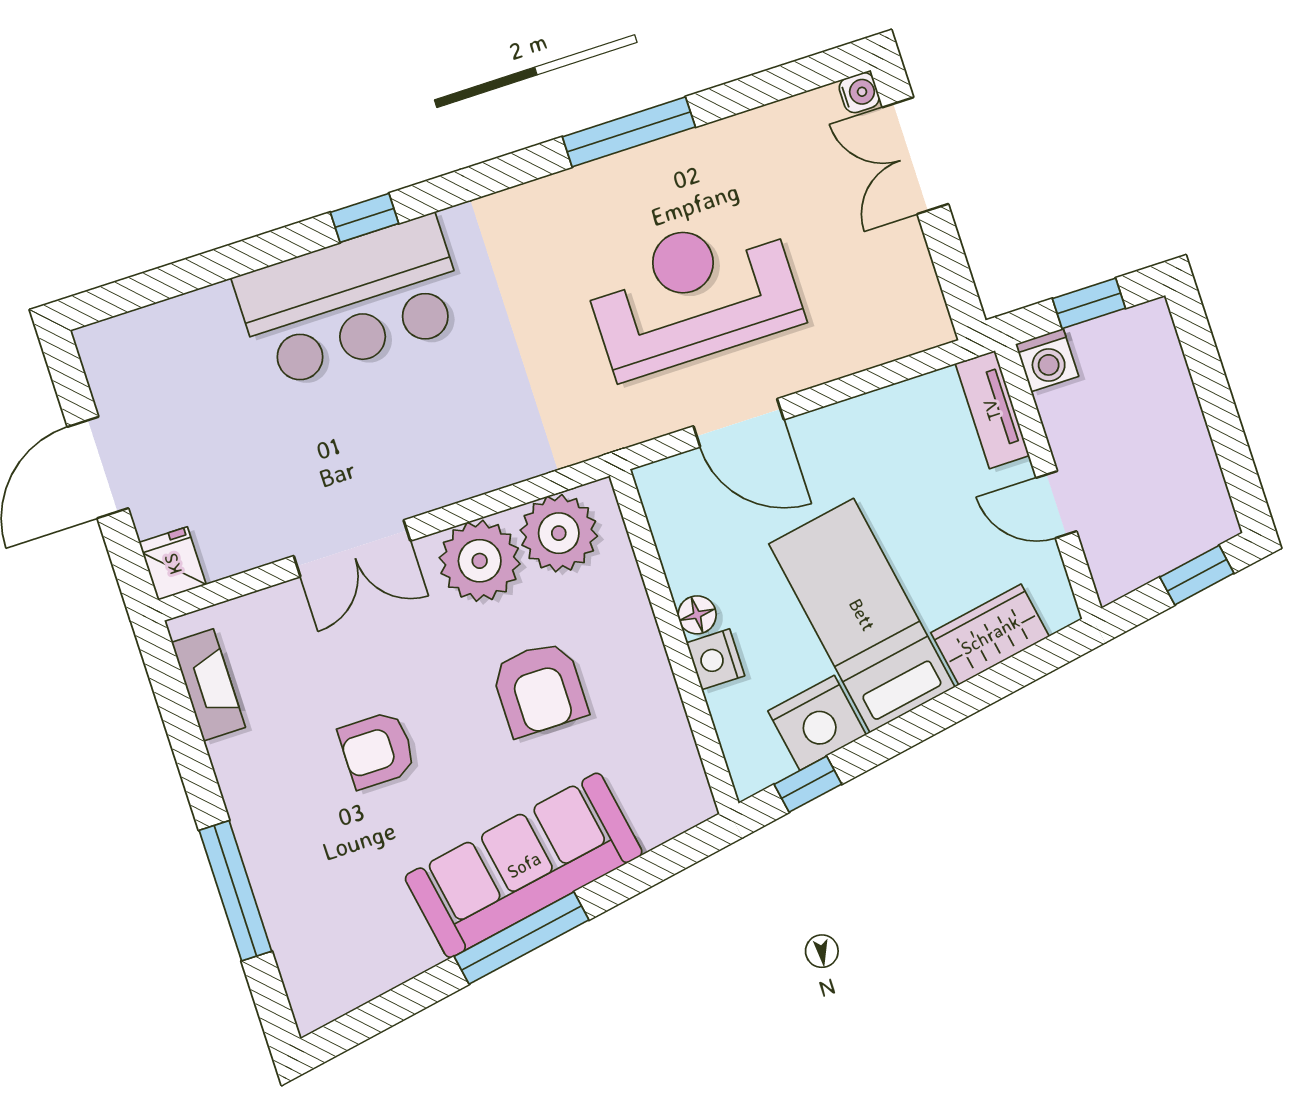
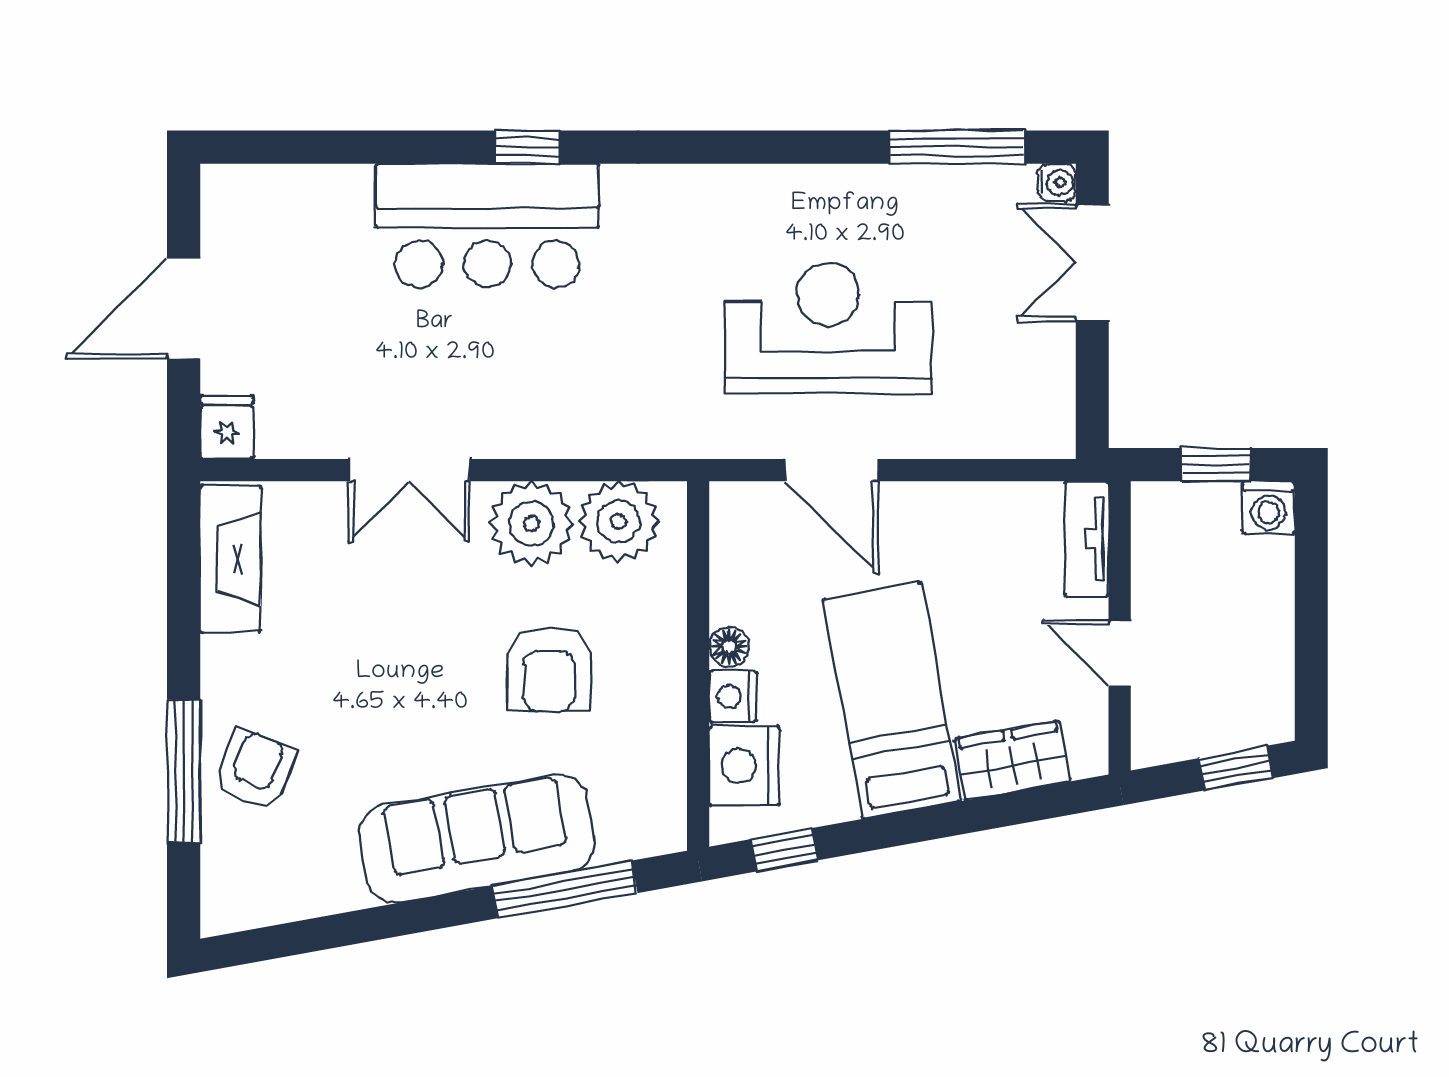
window: (629, 132) -> (957, 147), moved
washing machine: (1047, 360) -> (1269, 507), moved
fireplace: (208, 685) -> (230, 559), width x1.37, depth x1.32
nightstand: (817, 723) -> (744, 766), moved, turned 100
armchair: (377, 750) -> (255, 770), moved, turned 111
window: (522, 938) -> (565, 889), moved

